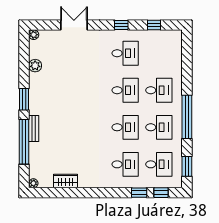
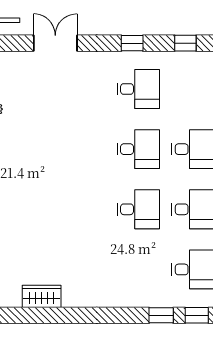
desk: (125, 164) -> (138, 269), removed

